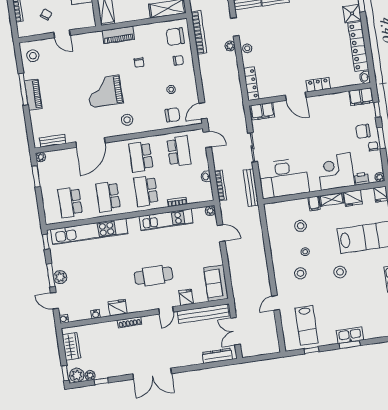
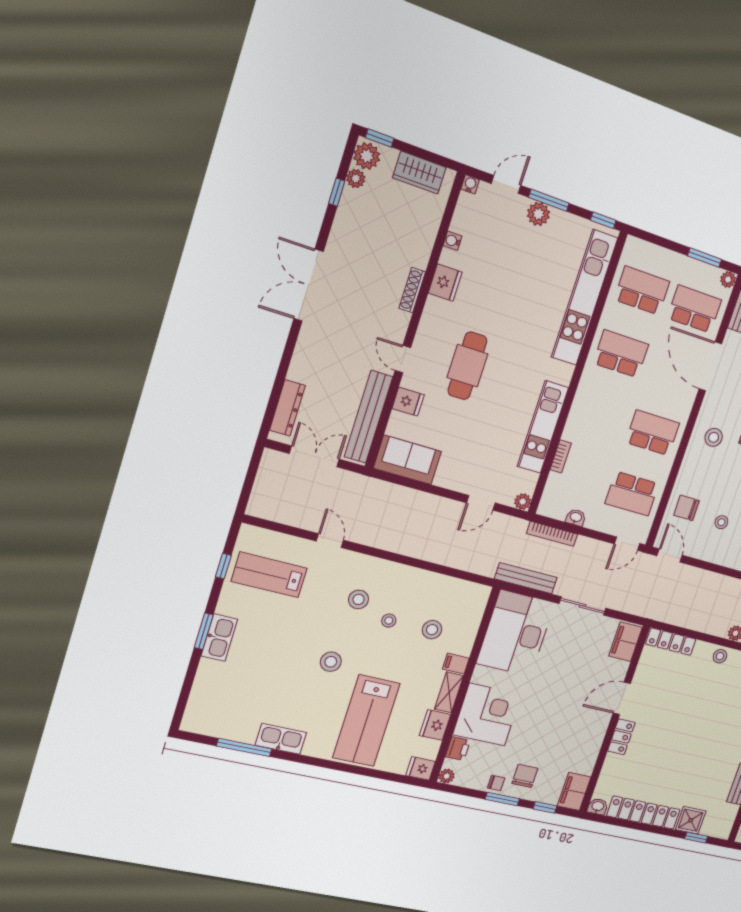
chair: (172, 115) -> (686, 508), turned 90
school desk: (146, 191) -> (694, 309), moved

